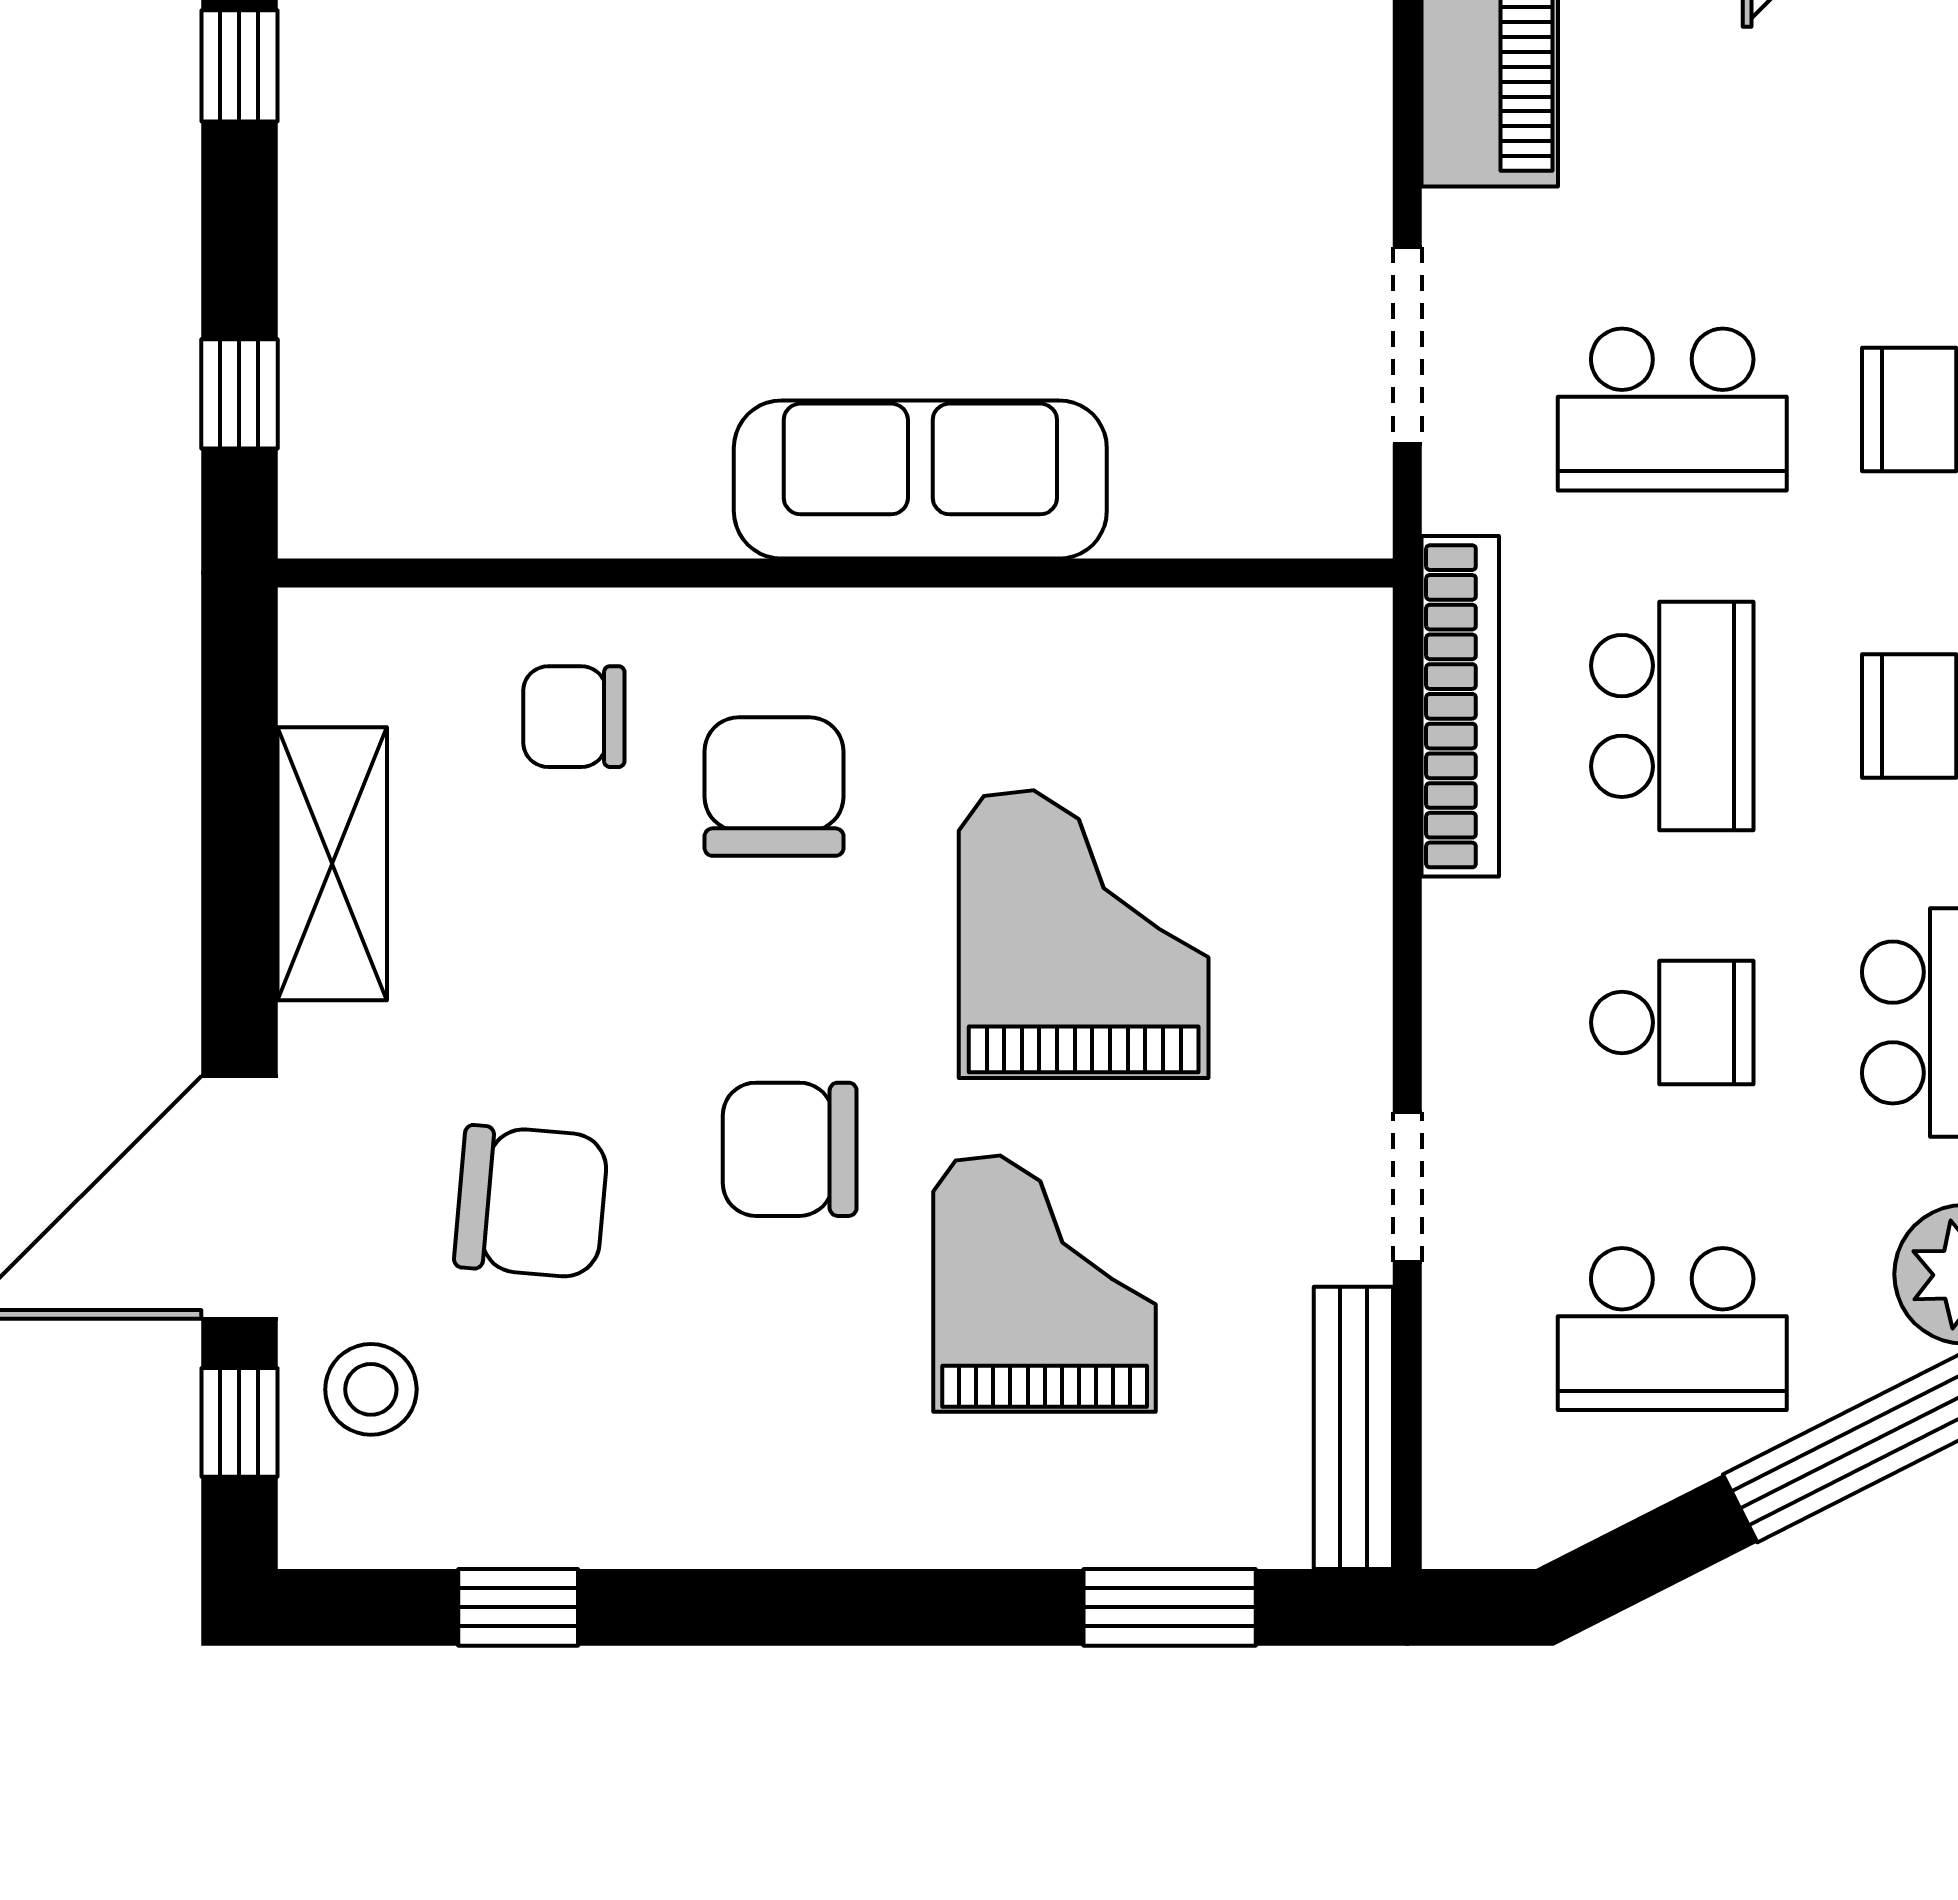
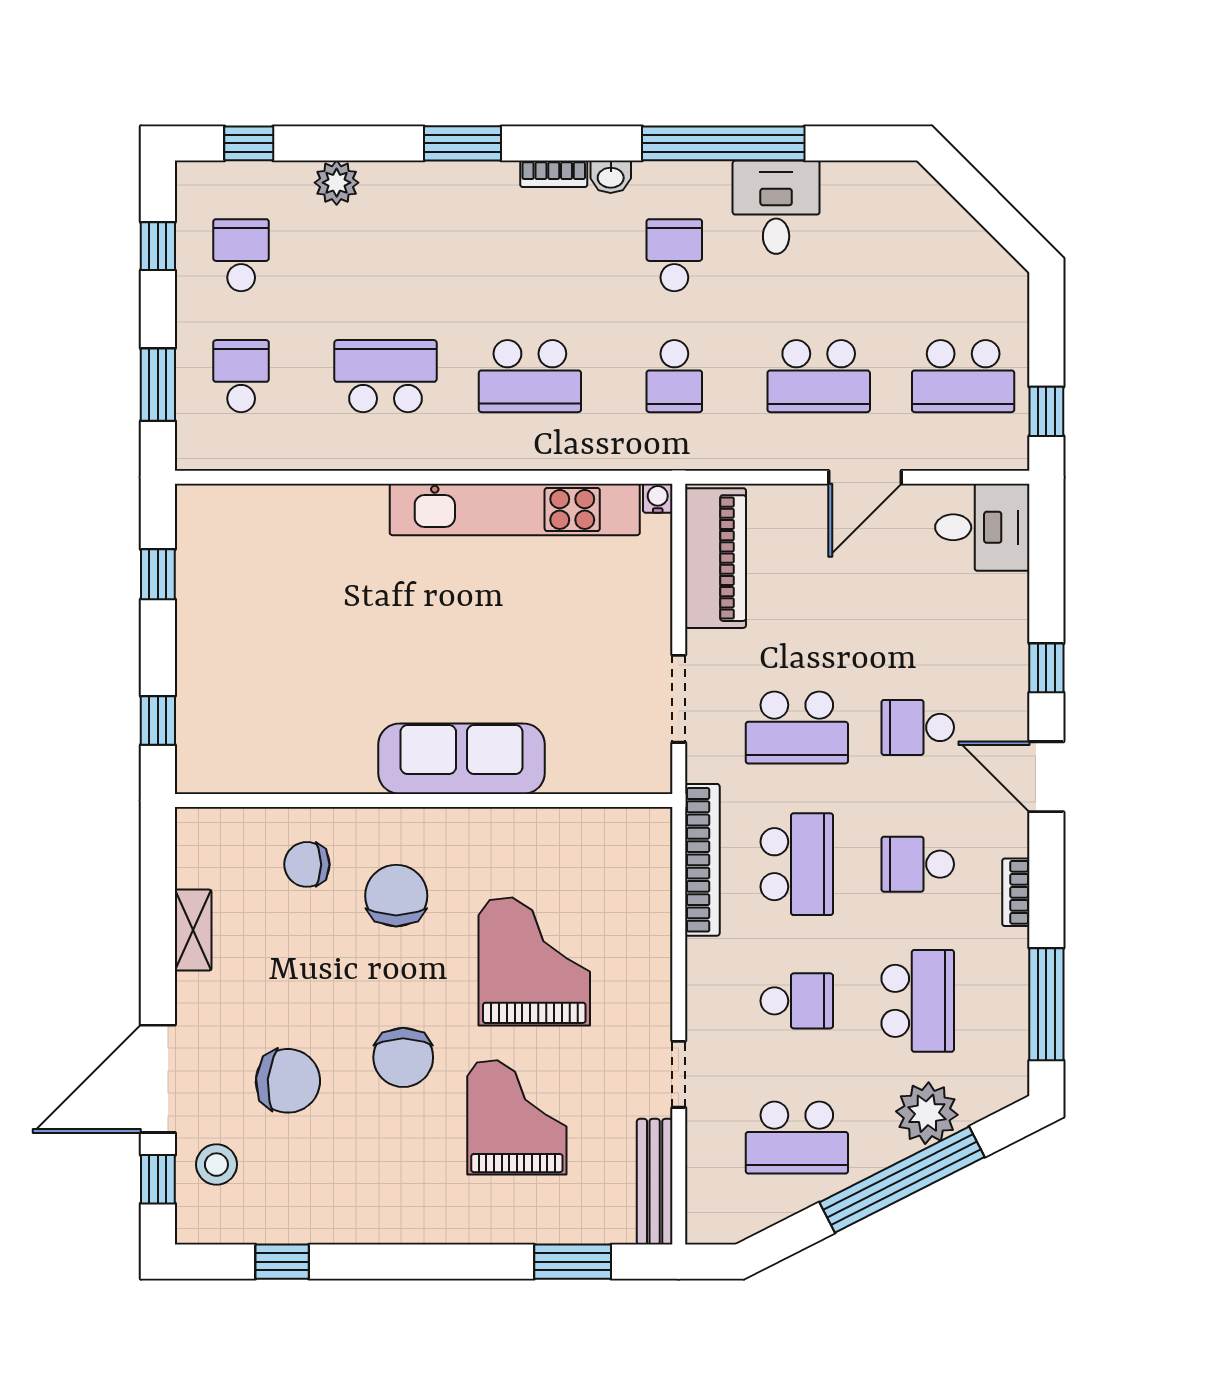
shelving: (332, 864) -> (193, 930), width x0.67, depth x0.75
chair: (790, 1149) -> (403, 1057), turned -90

